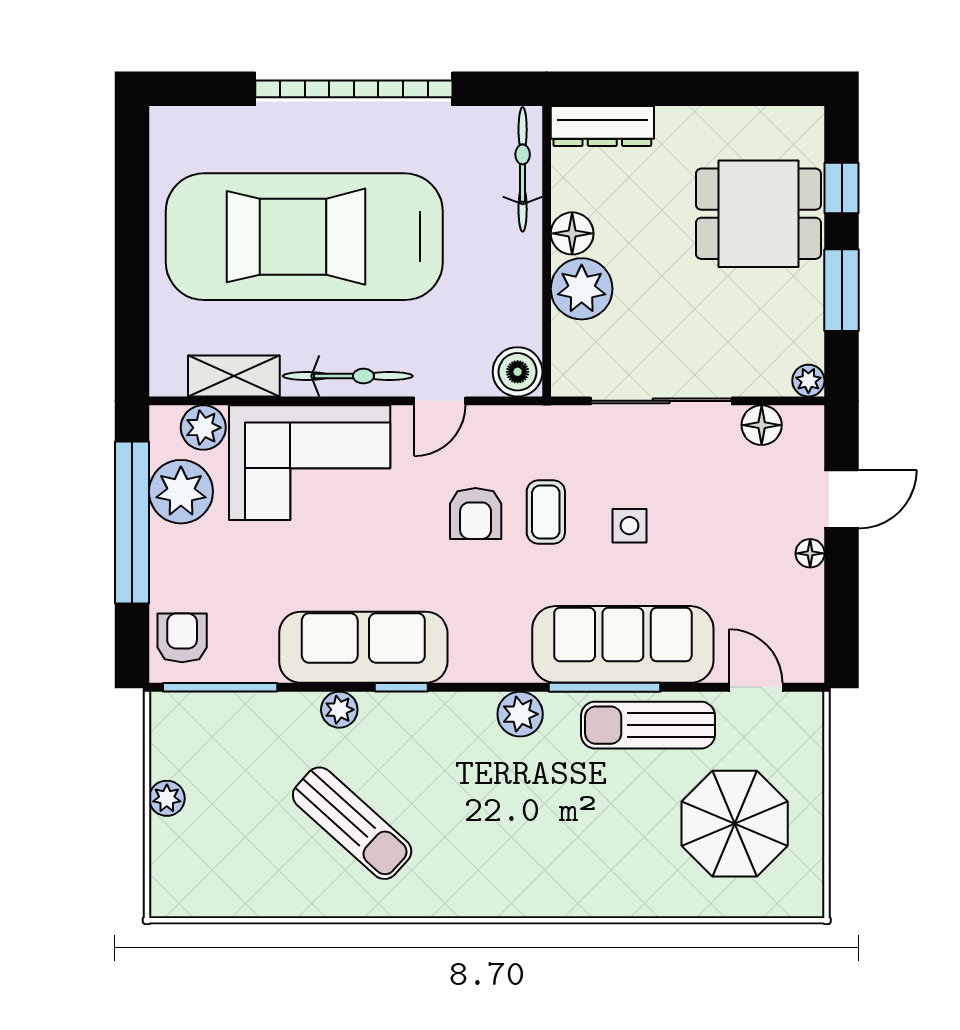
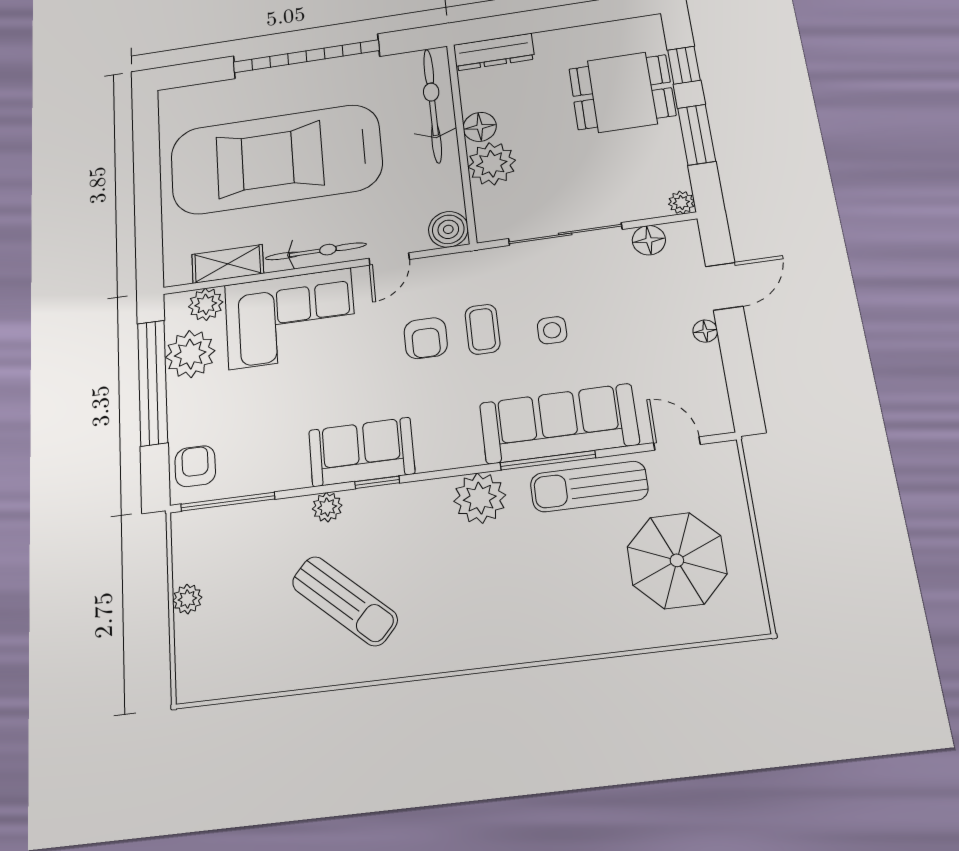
bicycle: (523, 169) -> (433, 106), width x1.37, depth x1.40
sofa: (363, 647) -> (362, 452), width x0.73
plant: (520, 714) -> (480, 498), width x1.36, depth x1.36

